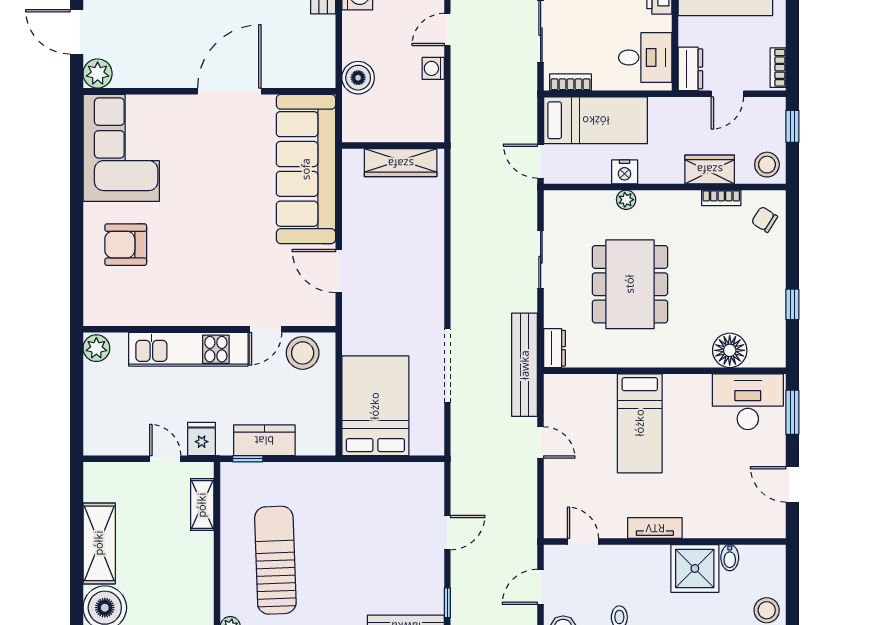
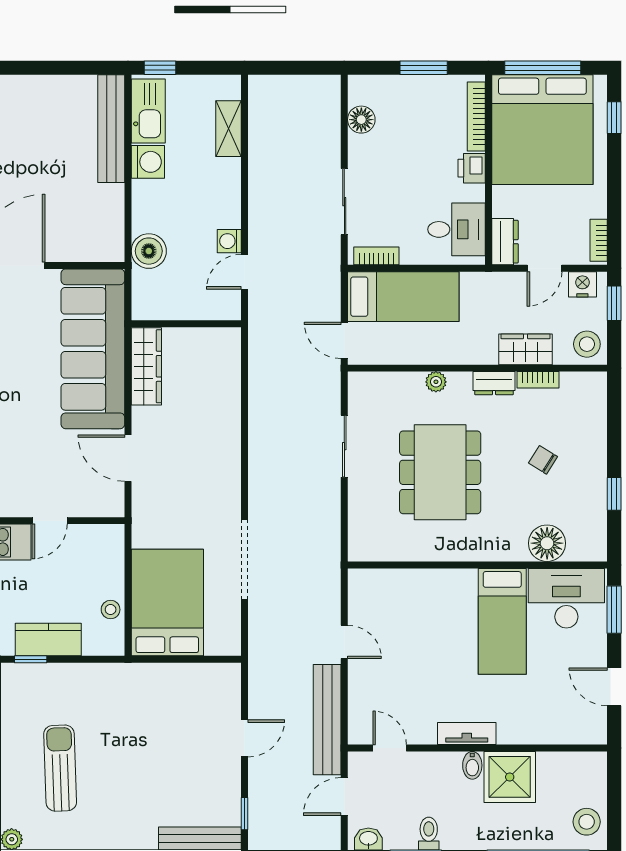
door: (447, 29) -> (244, 272), moved
wardrobe: (401, 163) -> (146, 366), moved, turned -90
nightstand: (625, 172) -> (582, 284), moved, turned 180
chair: (764, 219) -> (543, 460), moved
dresser: (555, 348) -> (494, 383), moved, turned 90
stool: (303, 353) -> (111, 610), moved, width x0.53, depth x0.53
bench: (525, 365) -> (327, 720), moved
bed: (640, 423) -> (502, 621), moved
bidet: (730, 558) -> (472, 765), moved
sun lounger: (275, 560) -> (60, 768), width x0.73, depth x0.75

